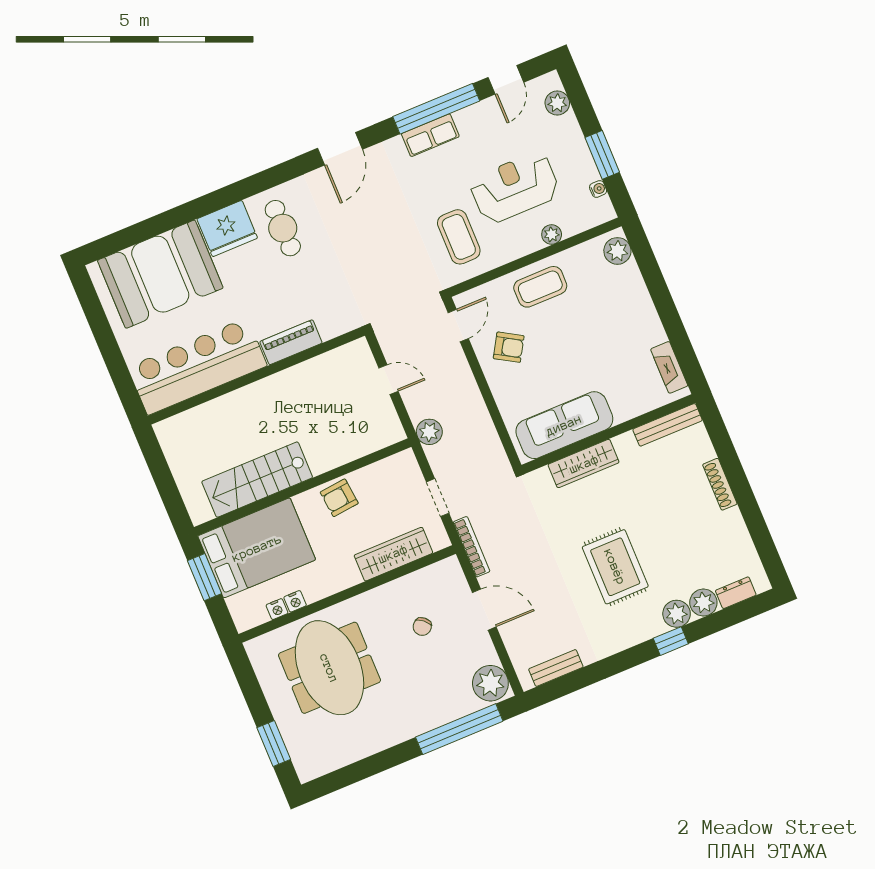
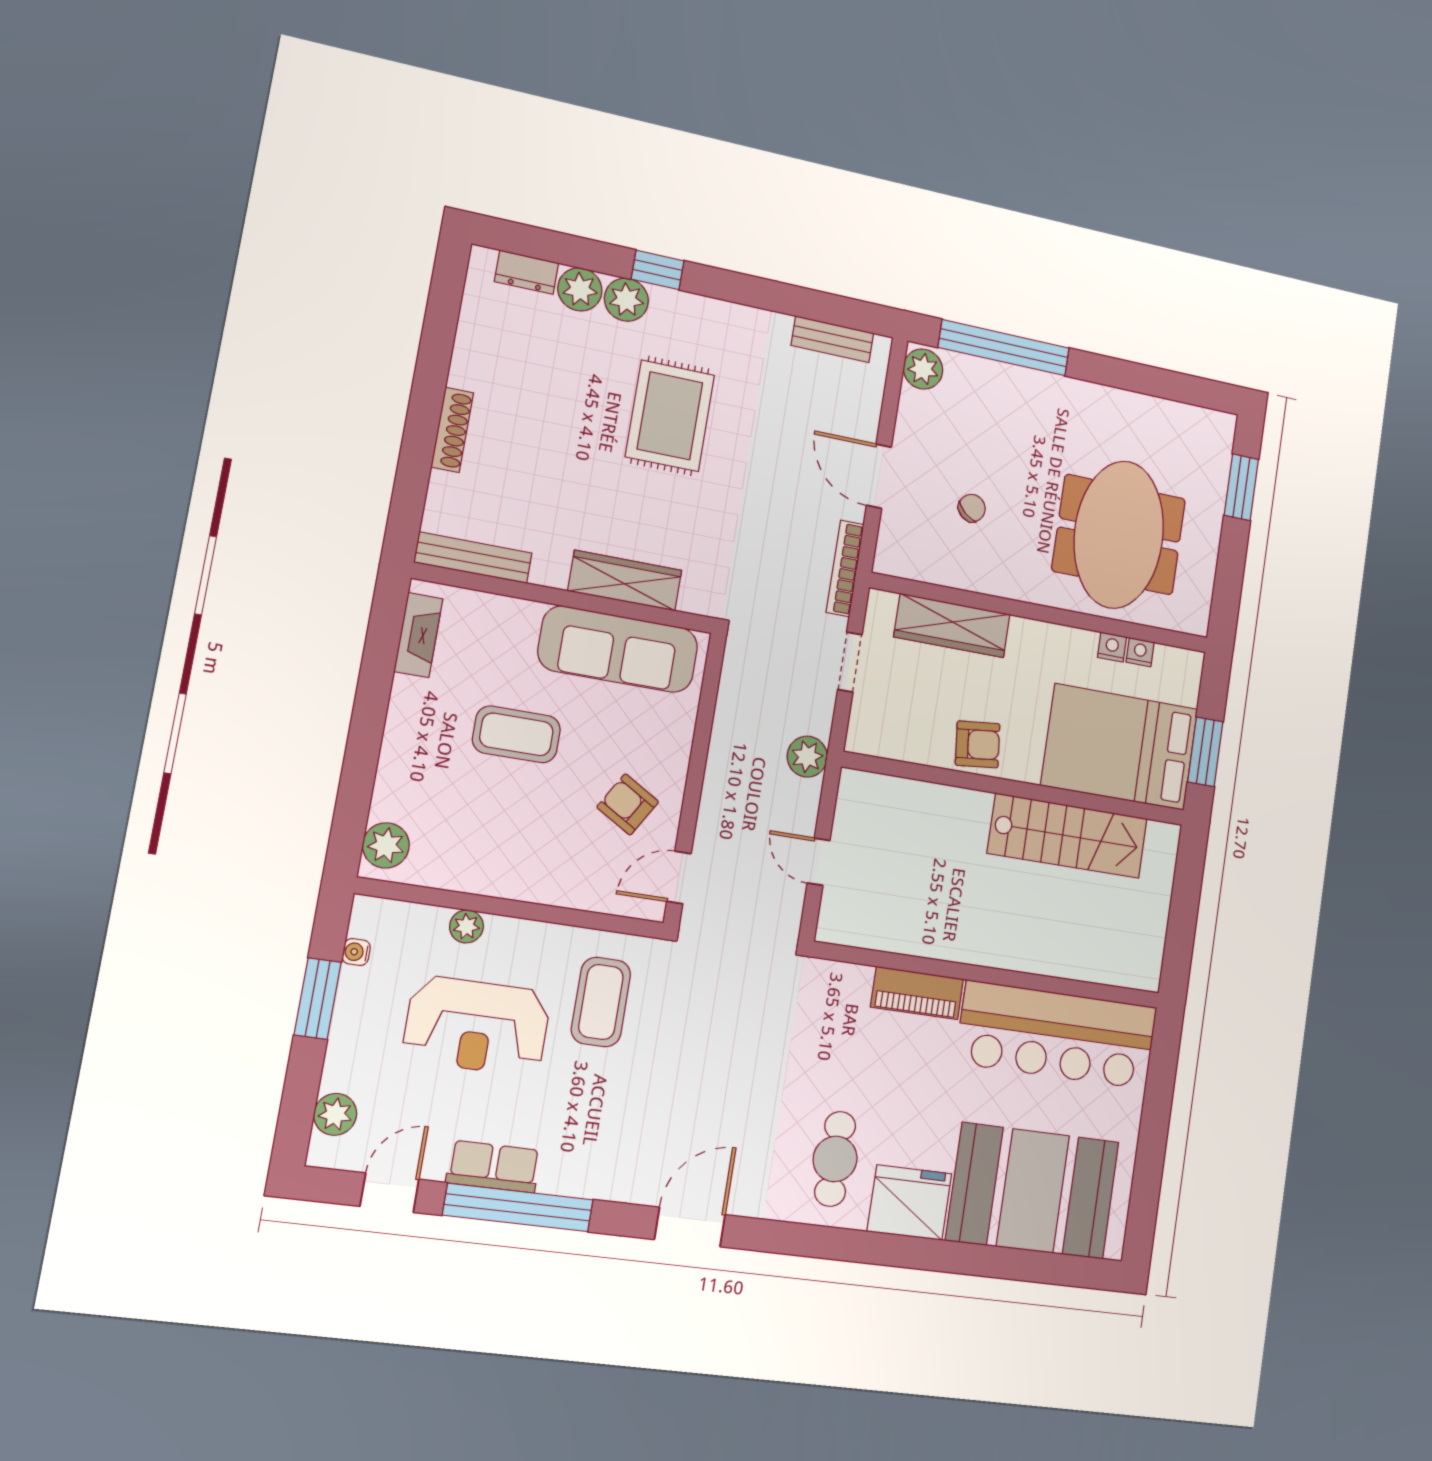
row of seats: (430, 135) -> (493, 1167), moved
coffee table: (540, 287) -> (516, 734), moved
plant: (490, 683) -> (923, 369), width x0.73, depth x0.73

